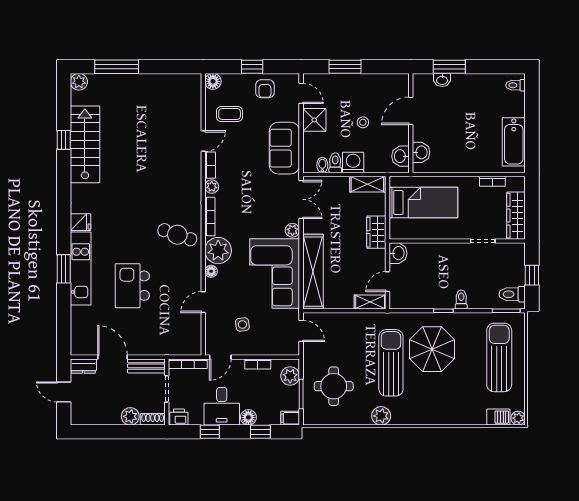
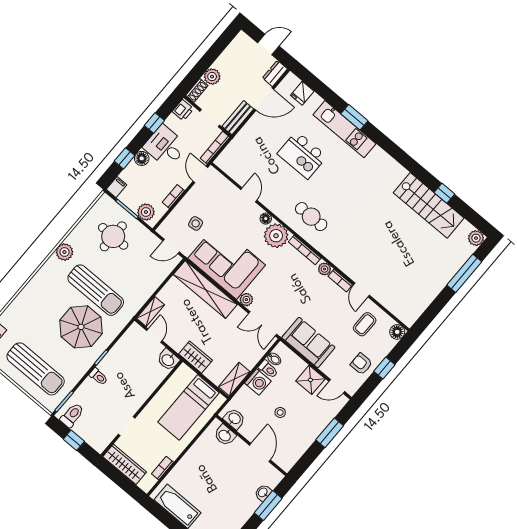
fridge: (80, 222) -> (302, 93), moved
cafe table: (177, 235) -> (311, 217), turned 71
kitchen island: (132, 286) -> (302, 155), turned 180
side table: (242, 324) -> (196, 223), moved

